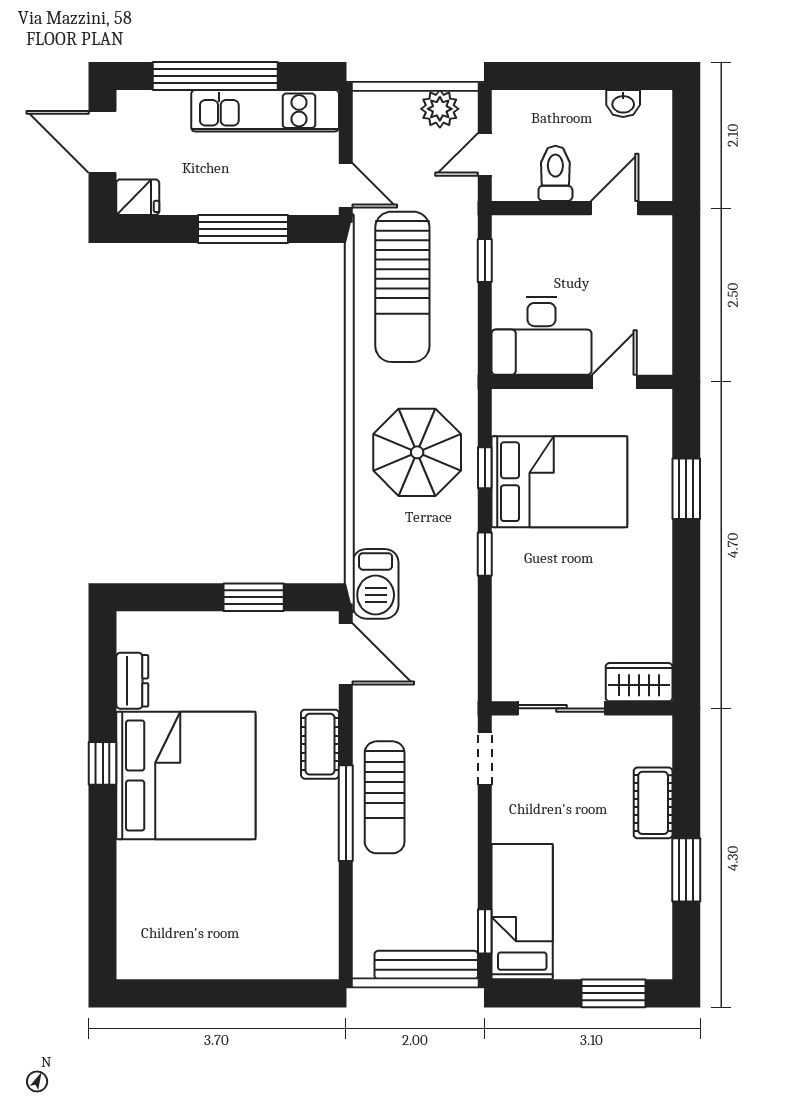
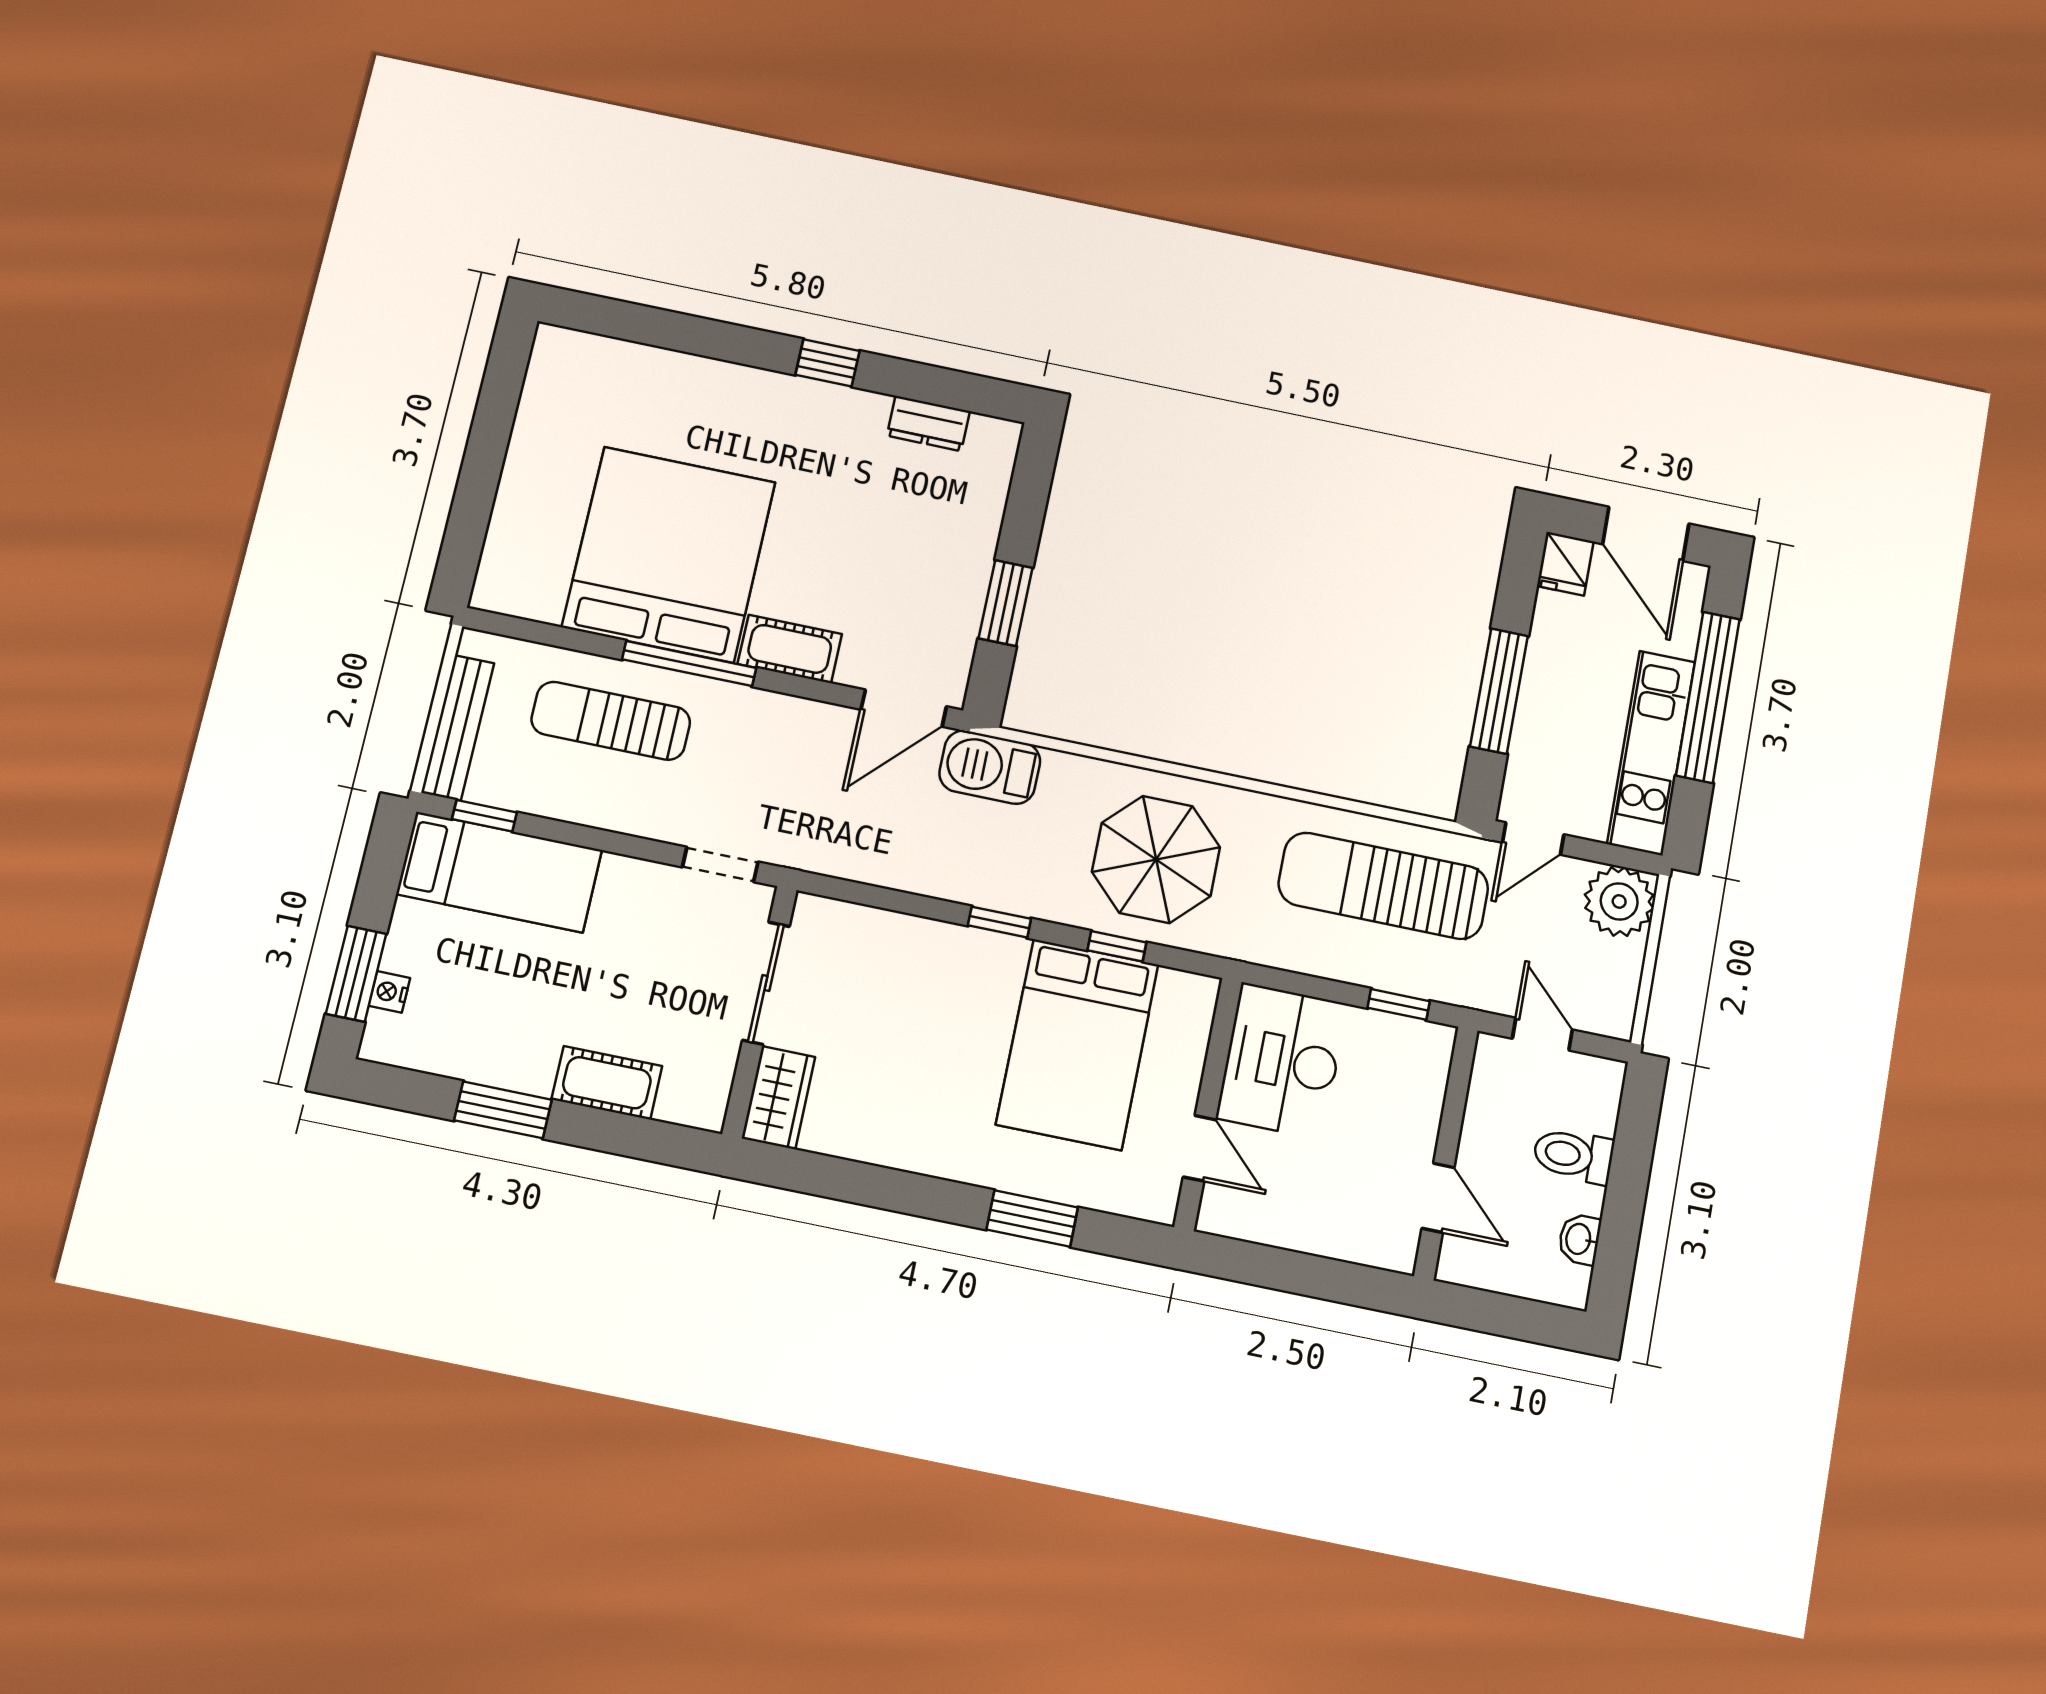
plant: (440, 109) -> (1619, 901), moved, width x1.36, depth x1.36
door: (103, 142) -> (1646, 534), swing flipped
toilet: (555, 173) -> (1573, 1155), moved, turned 180
bed: (186, 775) -> (669, 554), moved, turned 180
sun lounger: (385, 797) -> (611, 721), moved
nightstand: (621, 967) -> (389, 992), added

